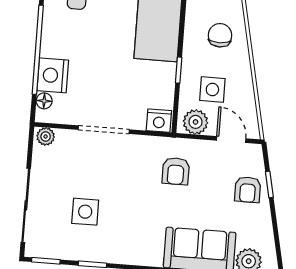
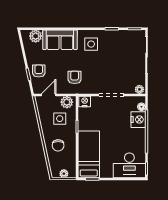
door: (231, 139) -> (49, 95), swing flipped
side table: (85, 212) -> (91, 44), moved

